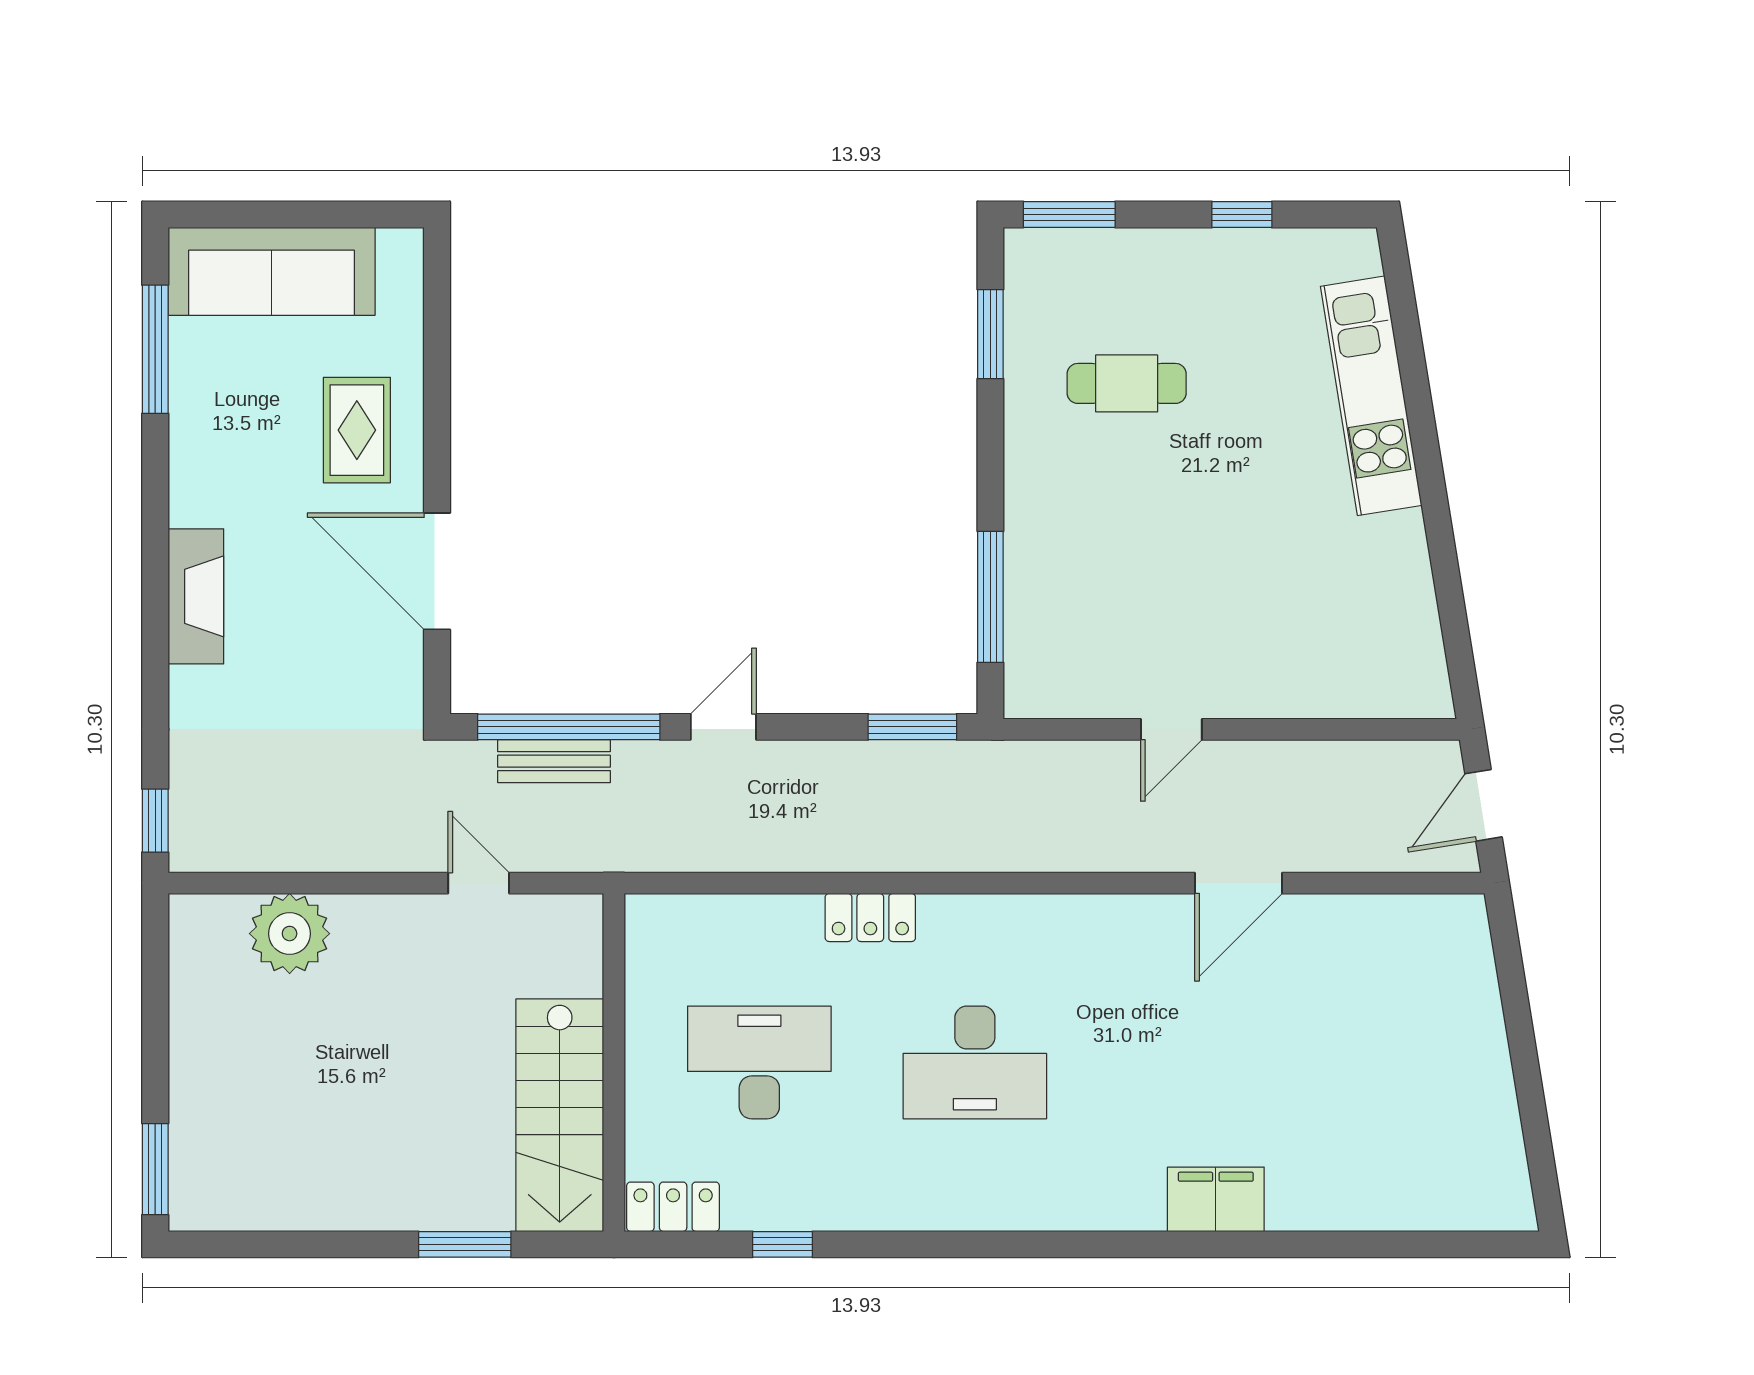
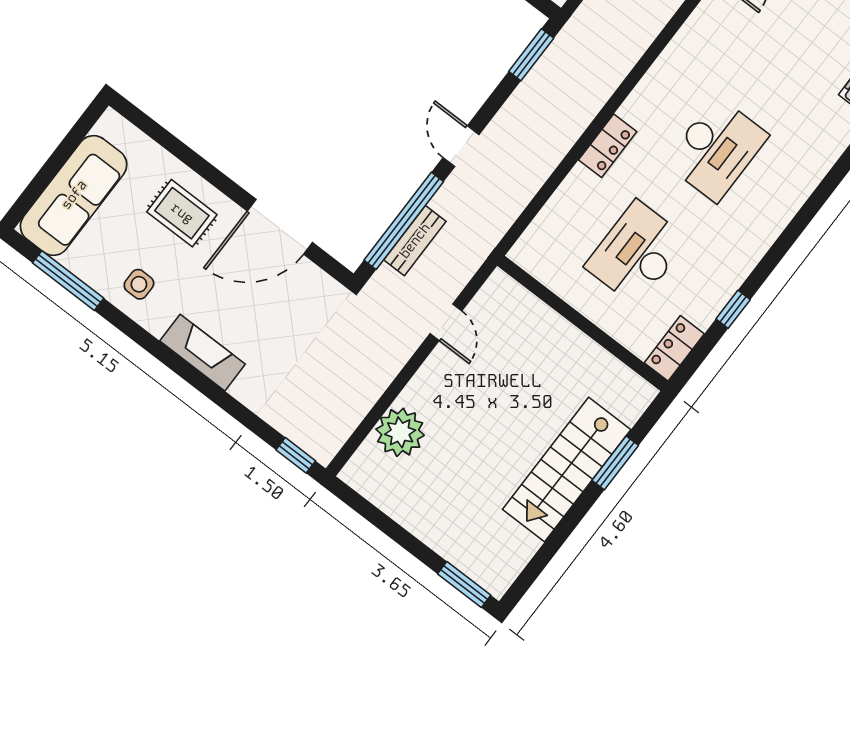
side table: (221, 445) -> (139, 284), added
door: (479, 883) -> (446, 322), swing flipped
stairs: (560, 1115) -> (567, 469), moved, turned 90

